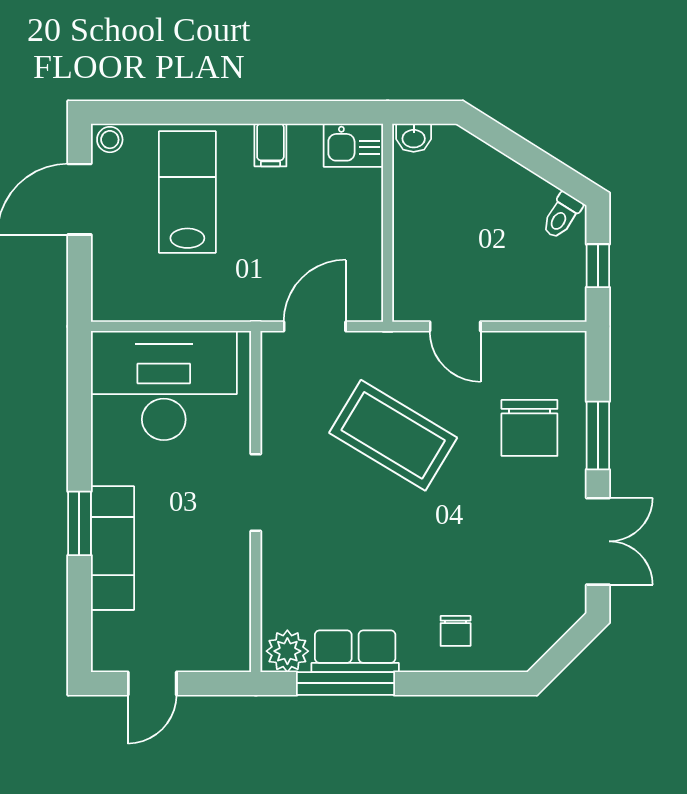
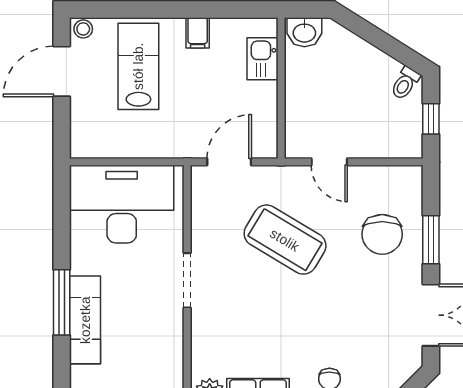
washbasin: (414, 138) -> (304, 32), width x1.38, depth x1.45
kitchen sink: (353, 145) -> (263, 59), moved, turned 90
window: (79, 523) -> (62, 302), width x1.44

